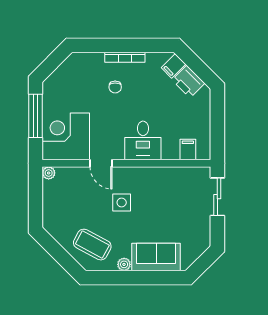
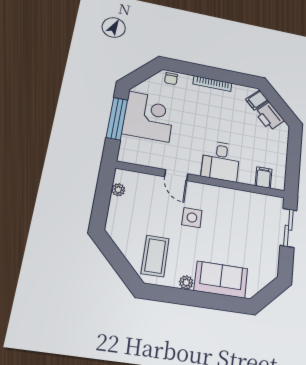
chair: (115, 87) -> (171, 79), moved
corner desk: (66, 136) -> (149, 117), moved, turned 90
plant: (49, 173) -> (118, 190), moved
coffee table: (92, 245) -> (155, 256), turned 62

